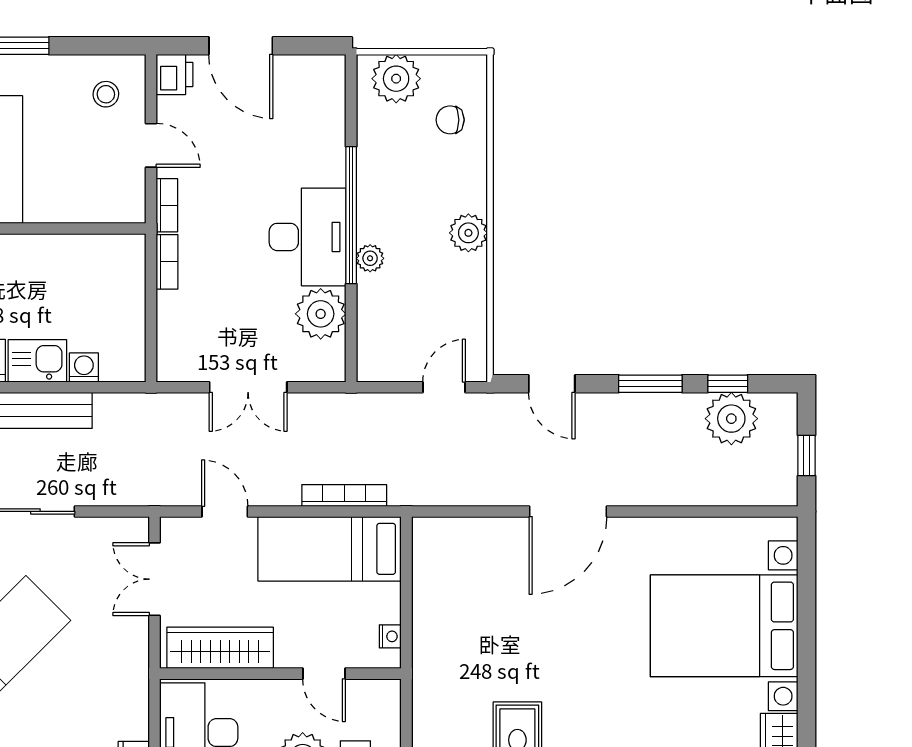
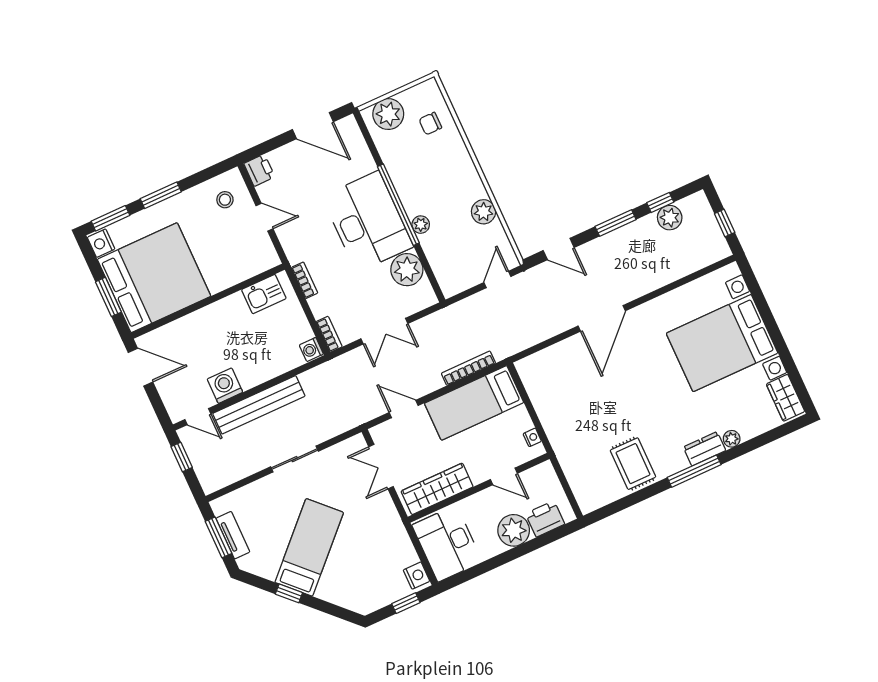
door: (241, 46) -> (313, 126), moved
bookcase: (167, 205) -> (329, 334), moved
plant: (468, 233) -> (483, 212), moved
desk: (308, 237) -> (368, 222), width x1.36, depth x1.30
kitchen sink: (37, 361) -> (264, 294), moved, turned 180
washing machine: (84, 368) -> (311, 350), moved, turned -90
plant: (731, 419) -> (670, 218), width x0.73, depth x0.73

